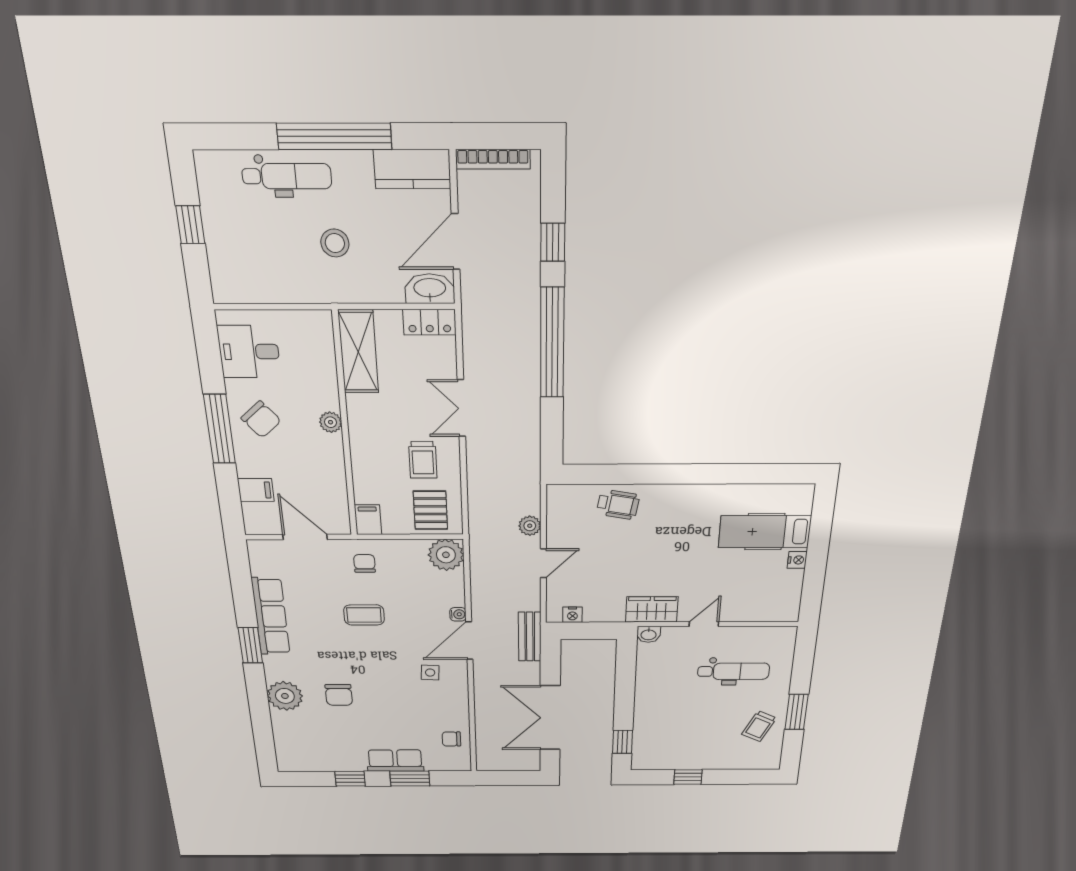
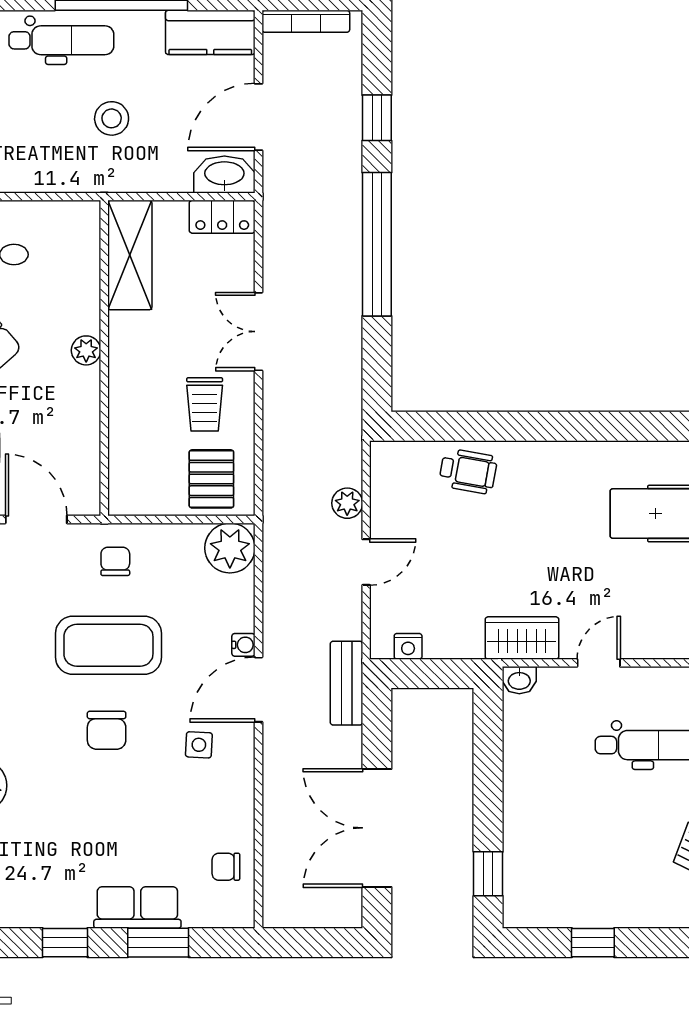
filing cabinet: (368, 520) -> (125, 493), removed
coffee table: (364, 615) -> (108, 645), width x1.86, depth x1.72
chair: (339, 695) -> (107, 730), moved

